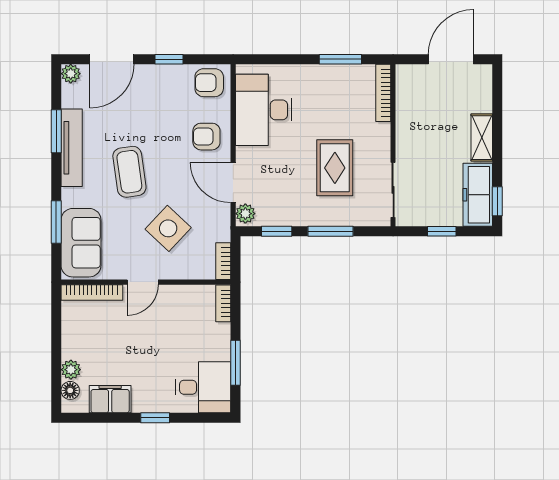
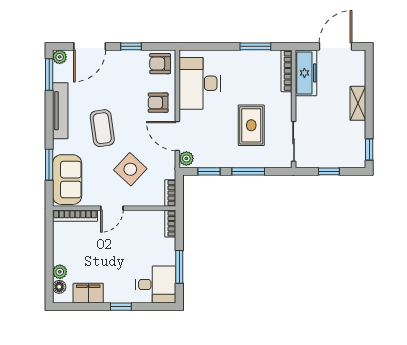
window: (56, 131) -> (49, 74), moved
freezer: (478, 195) -> (306, 73), moved, turned 180

